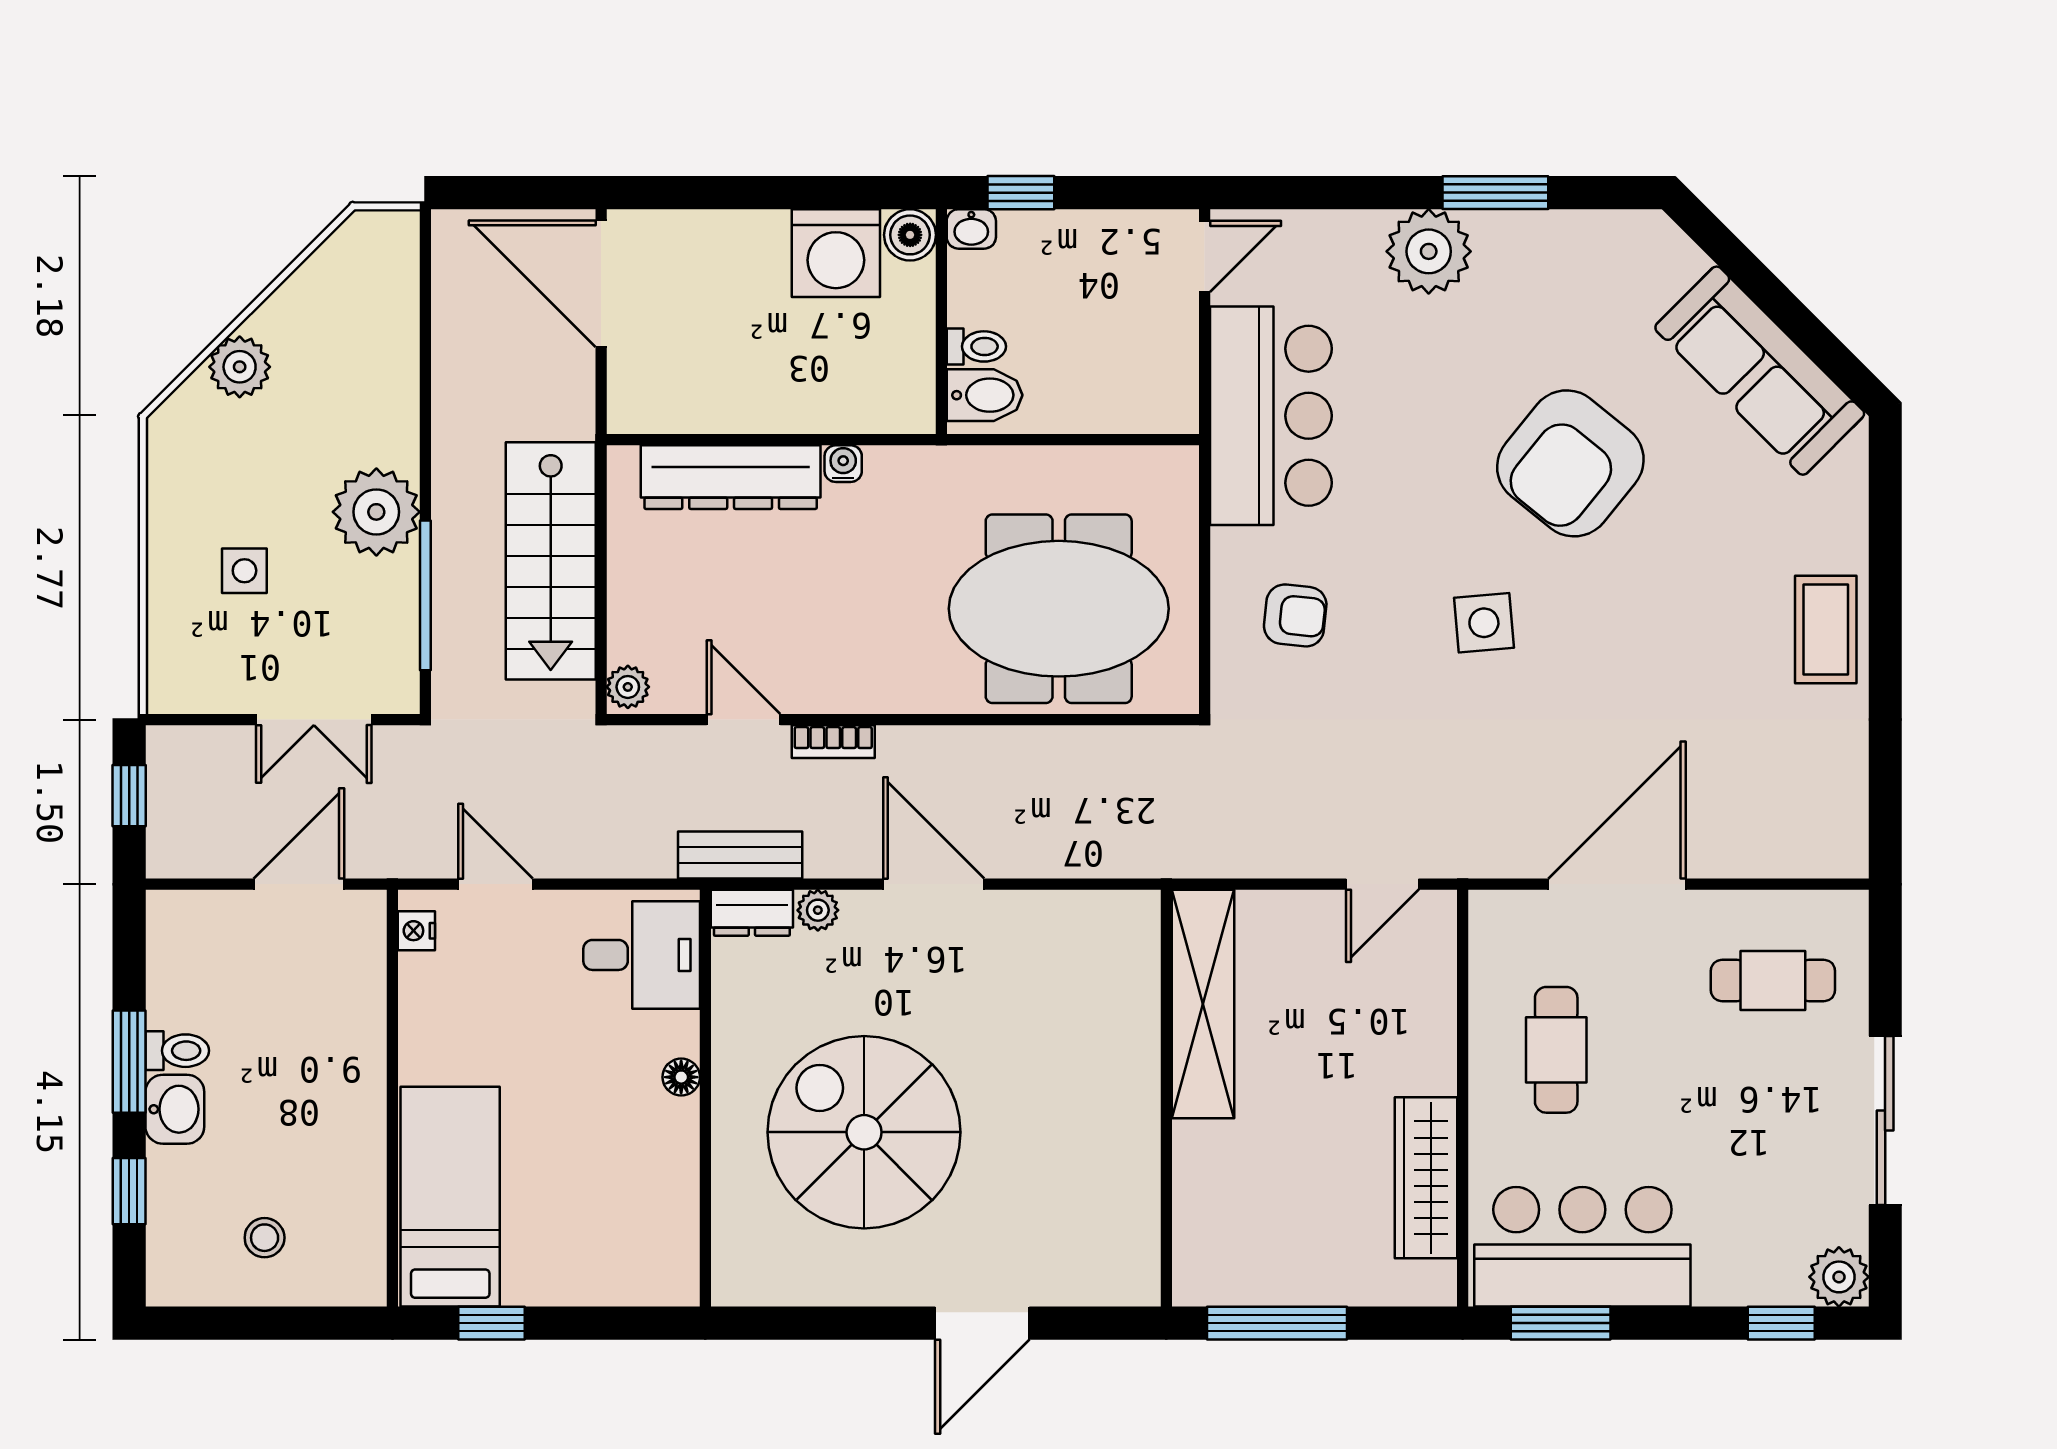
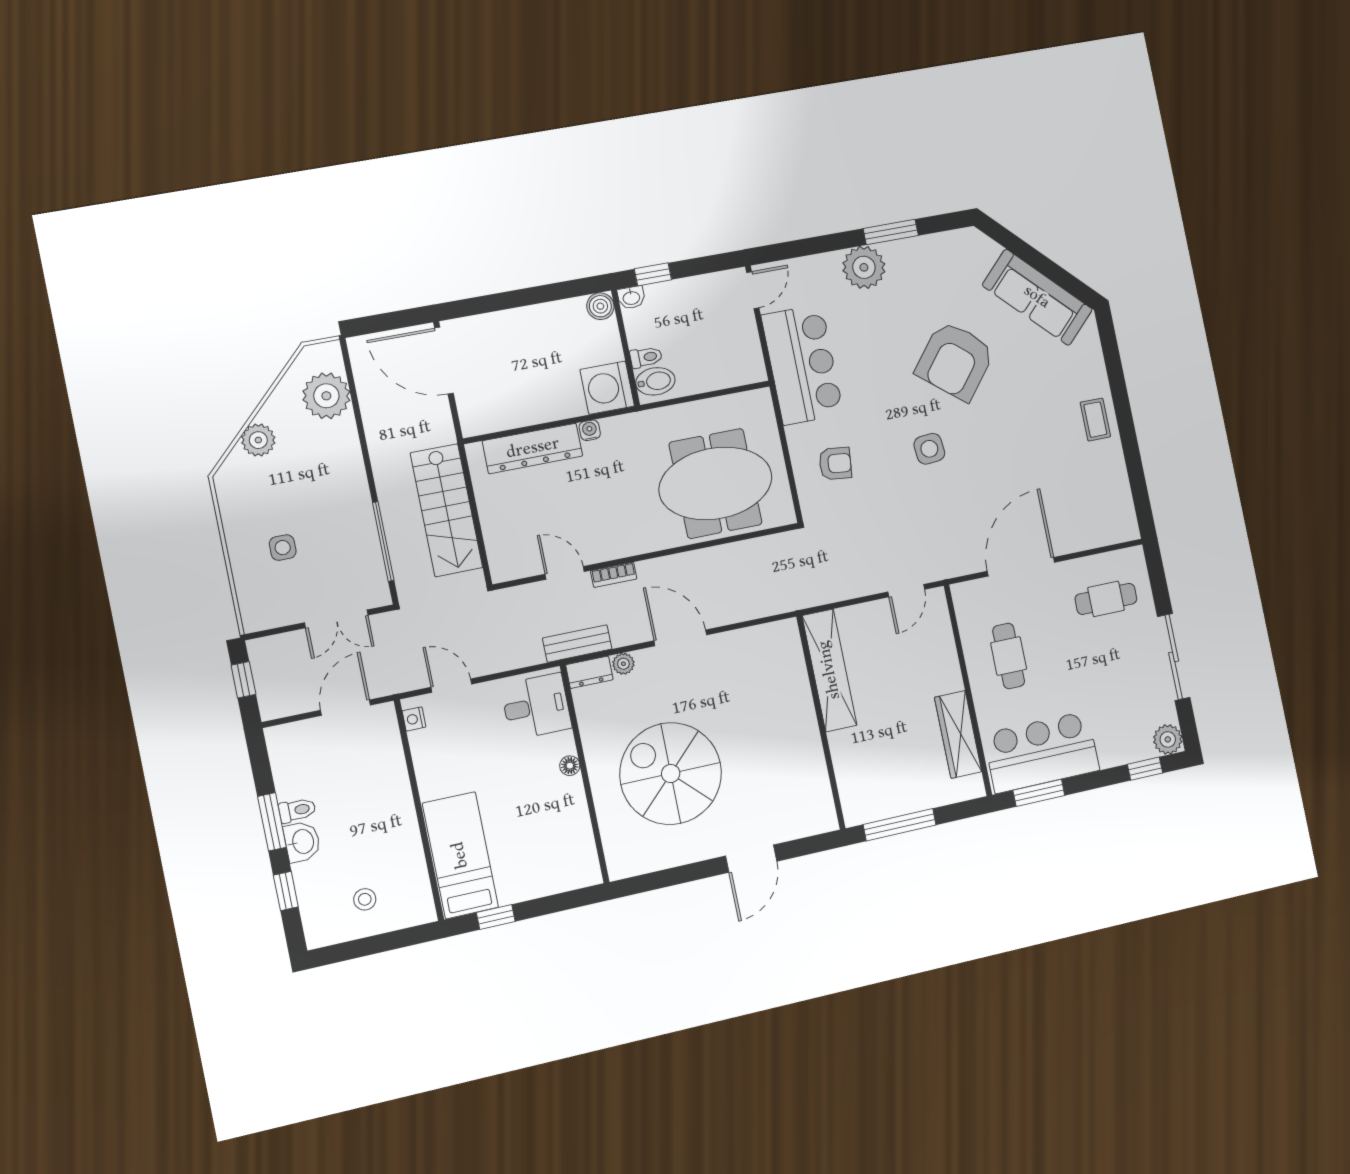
washing machine: (836, 253) -> (607, 388), moved, turned 90
plant: (376, 512) -> (326, 396), moved
coffee table: (1826, 629) -> (1095, 420), width x0.73, depth x0.77
plant: (628, 687) -> (501, 568), removed

